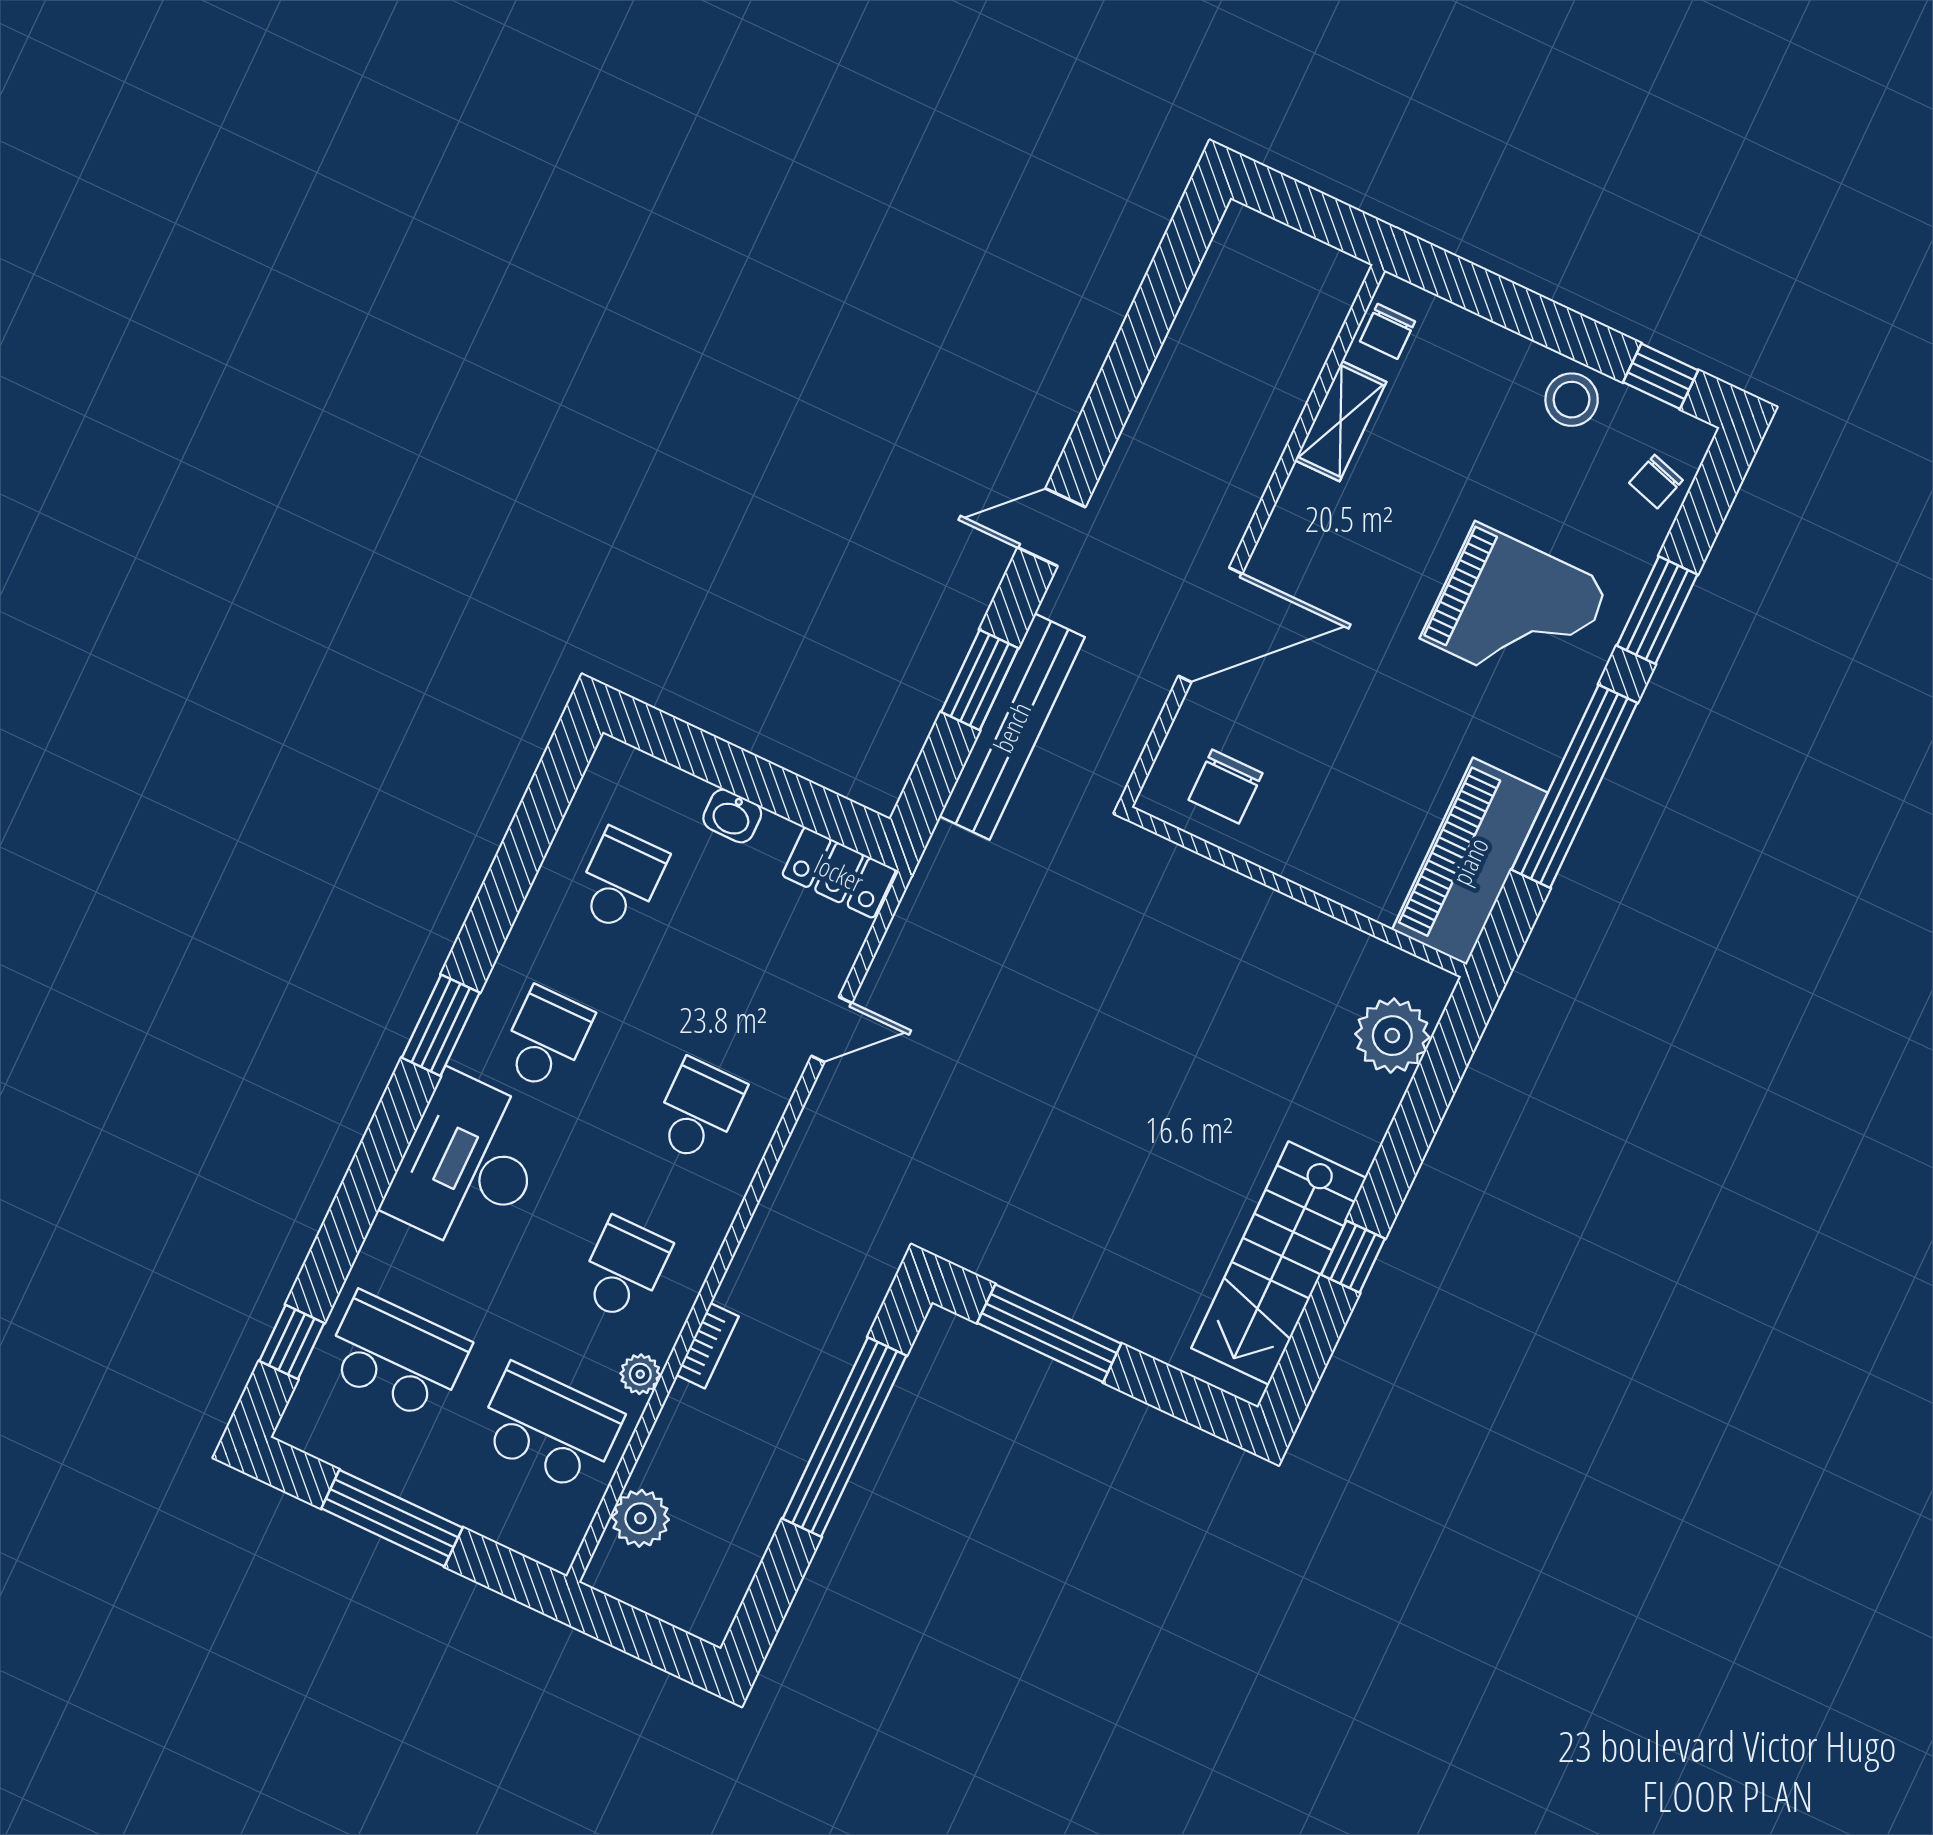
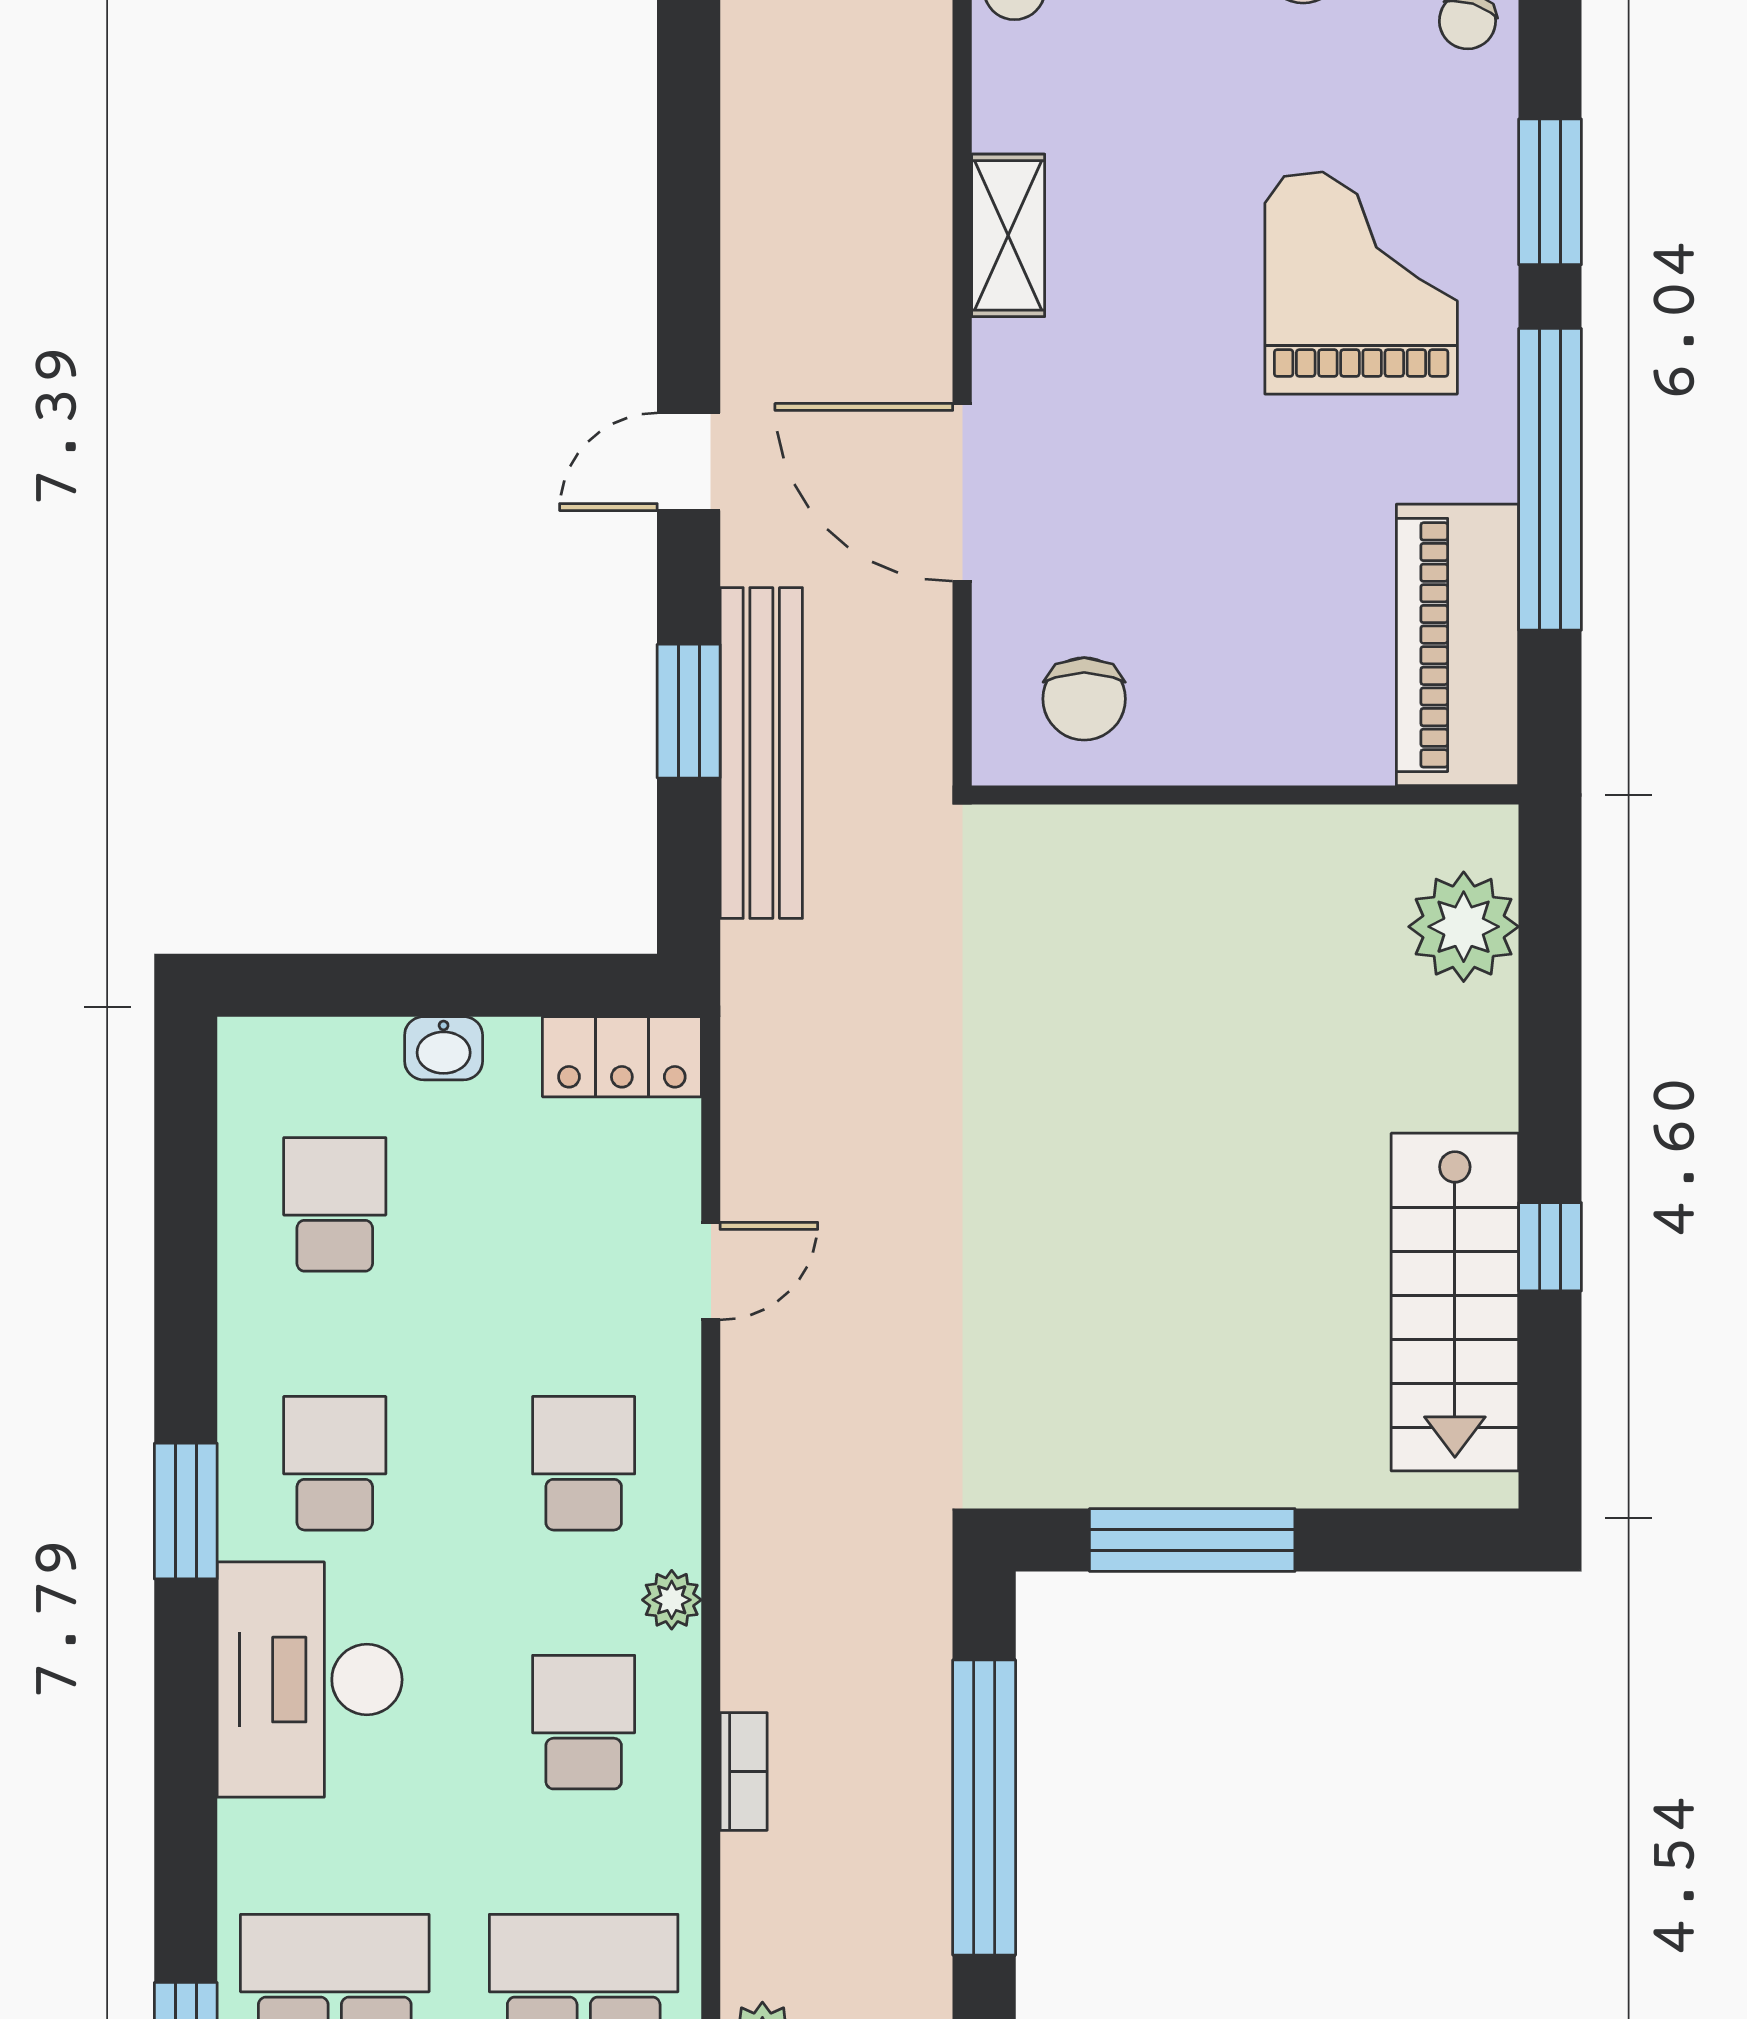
shelving: (1341, 421) -> (1008, 235), moved
grand piano: (1515, 612) -> (1361, 283), turned -90
door: (1210, 625) -> (962, 492), swing flipped
plant: (640, 1374) -> (672, 1600), moved

